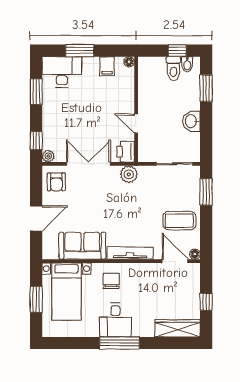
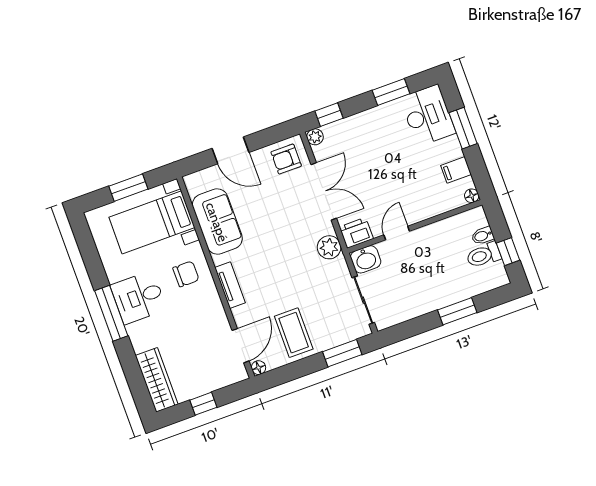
bidet: (187, 64) -> (483, 236), moved
window: (206, 88) -> (457, 311), moved
washbasin: (191, 121) -> (366, 259), moved, turned 180
tv unit: (130, 253) -> (230, 285), width x0.71

